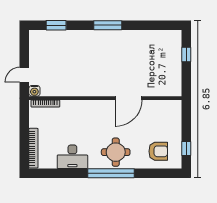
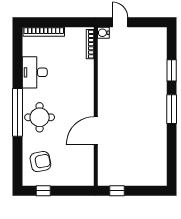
window: (56, 25) -> (172, 70), moved
window: (186, 55) -> (117, 191), moved
door: (129, 98) -> (96, 131), hinge flipped
armchair: (158, 151) -> (40, 162), turned -101

